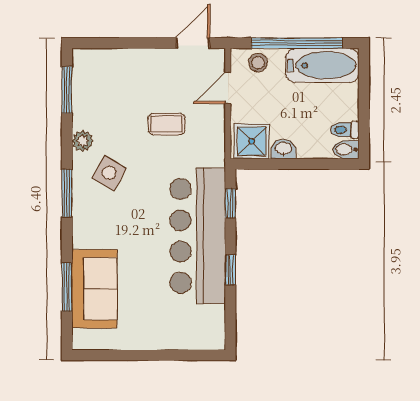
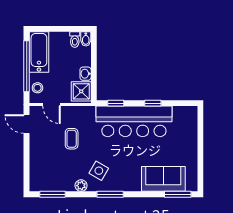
window: (67, 287) -> (178, 194), moved

